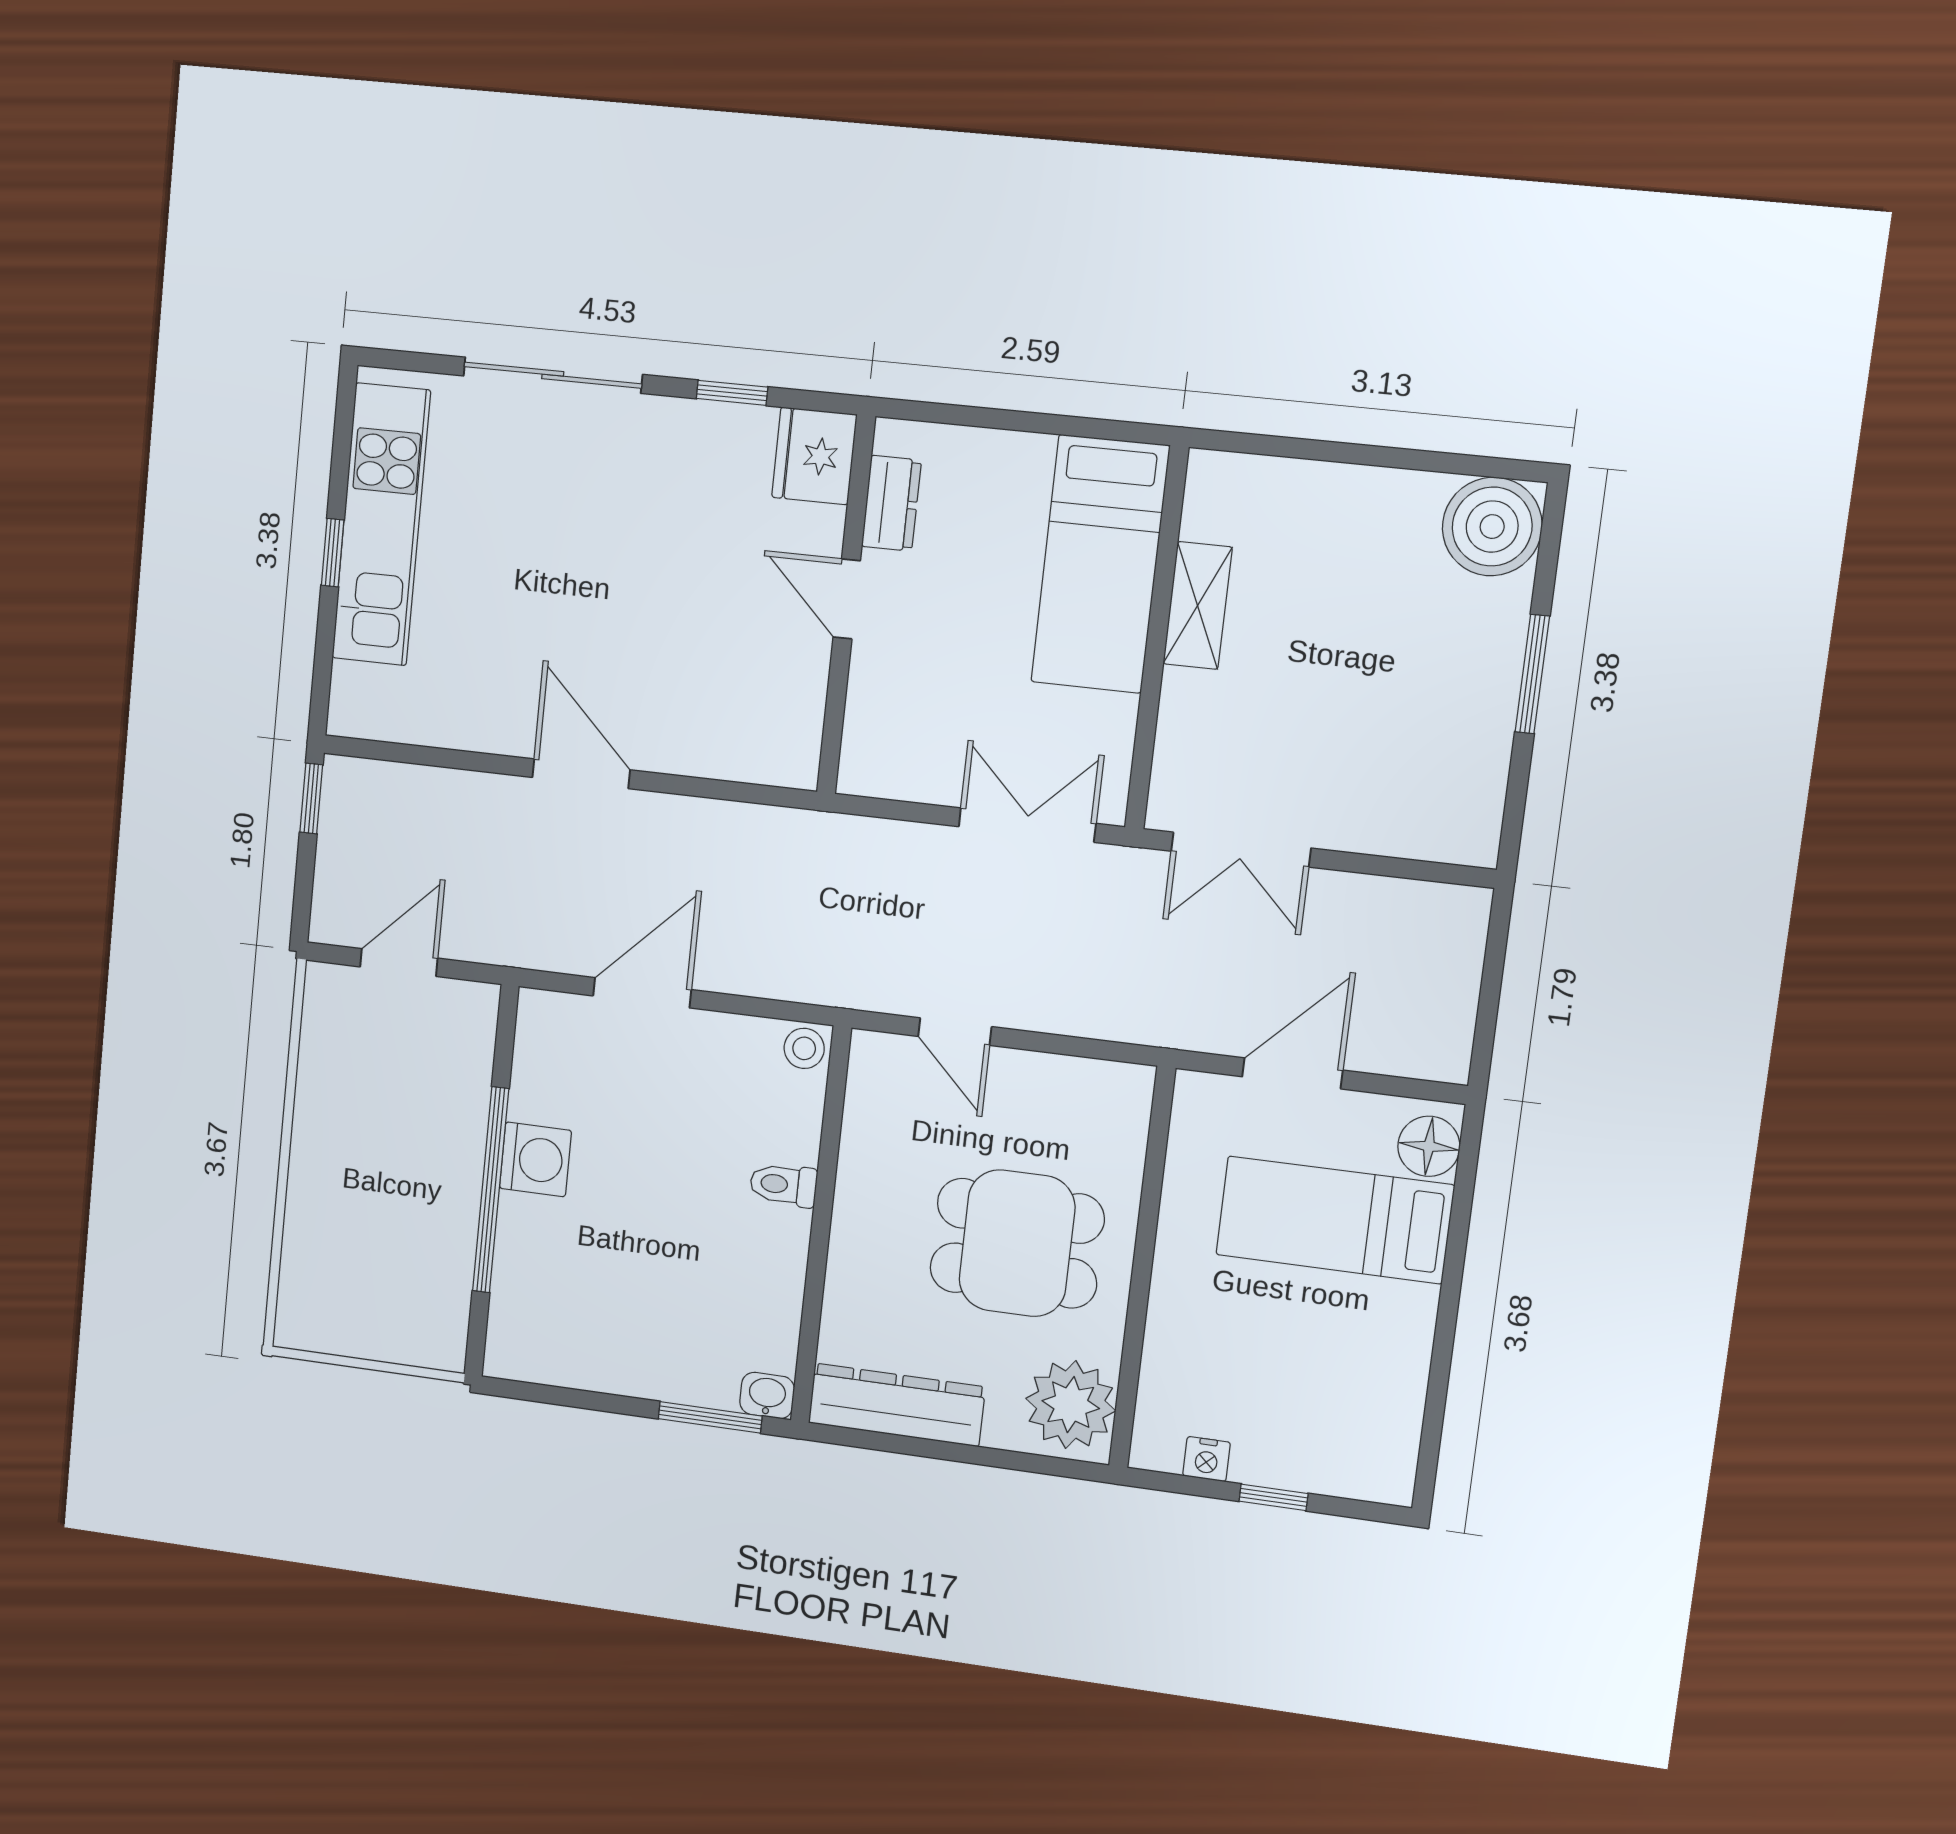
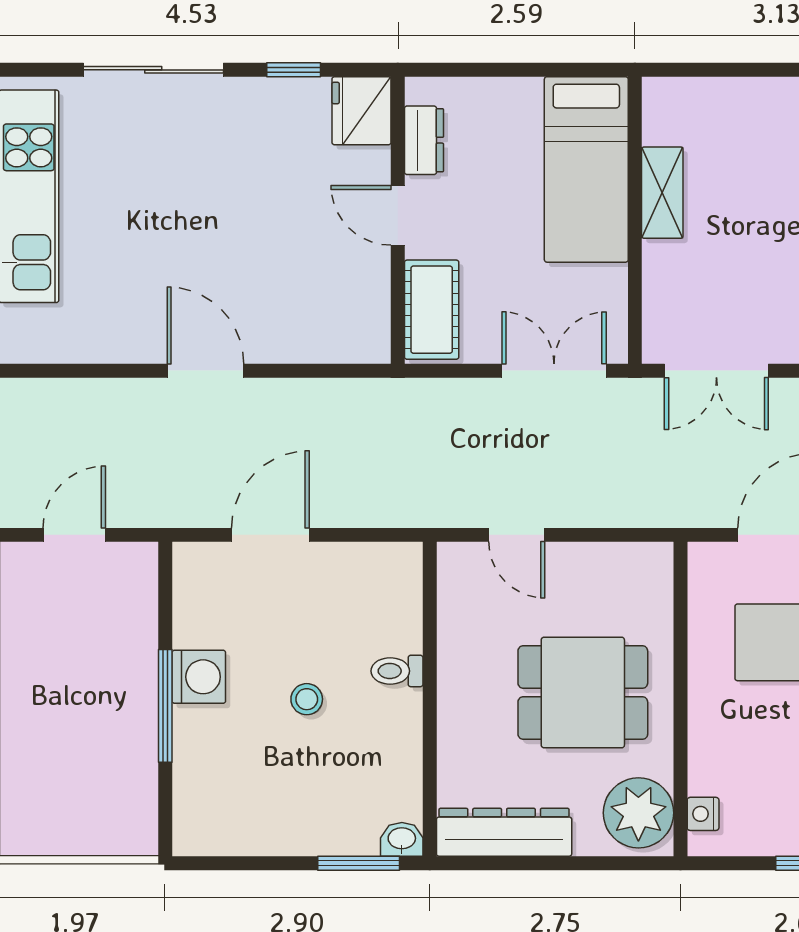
cot: (877, 727) -> (432, 310), added
stool: (804, 1048) -> (307, 699), moved
window: (491, 1190) -> (165, 706), width x0.68
nightstand: (1207, 1459) -> (703, 814), moved, turned 90

